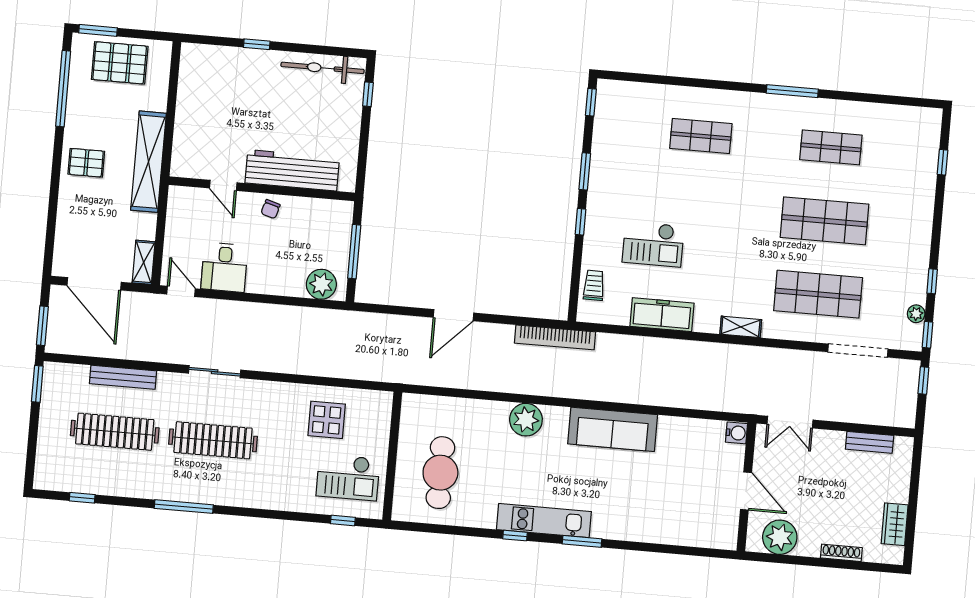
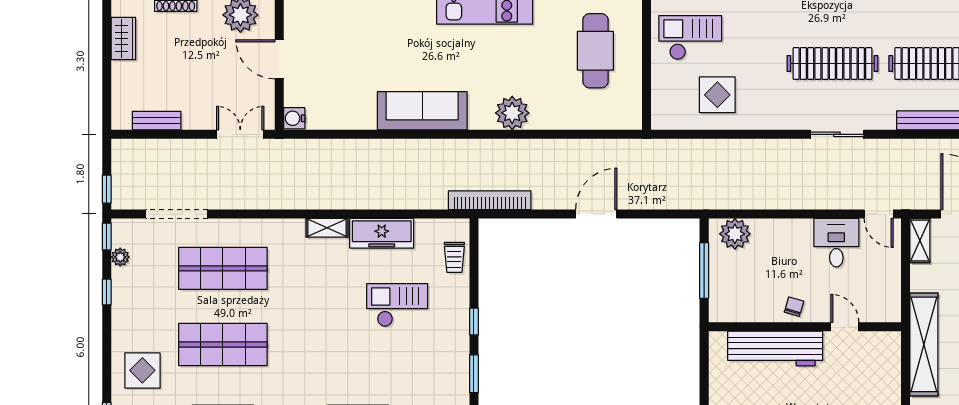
display table: (904, 203) -> (142, 370), added
shelving: (741, 327) -> (327, 228), moved

